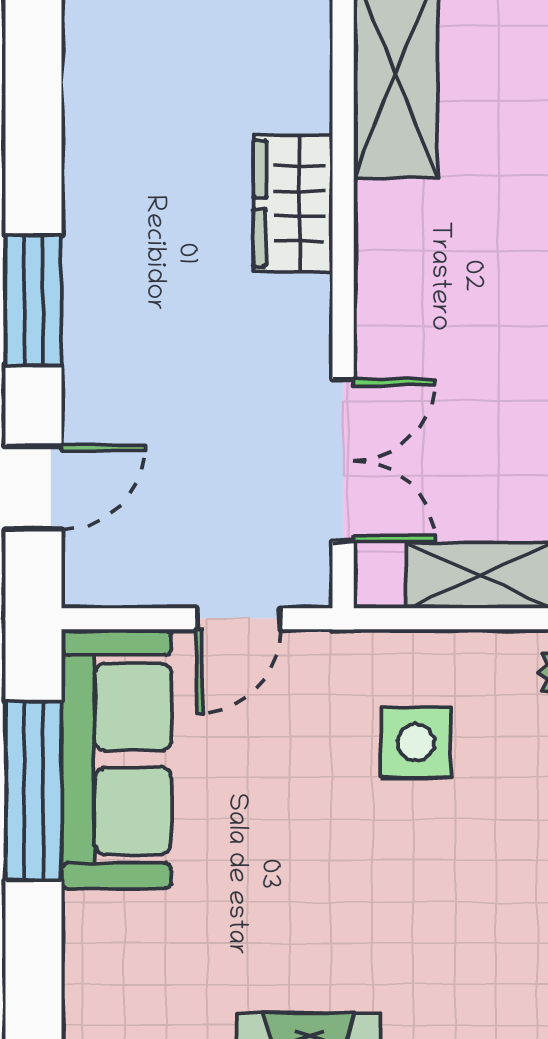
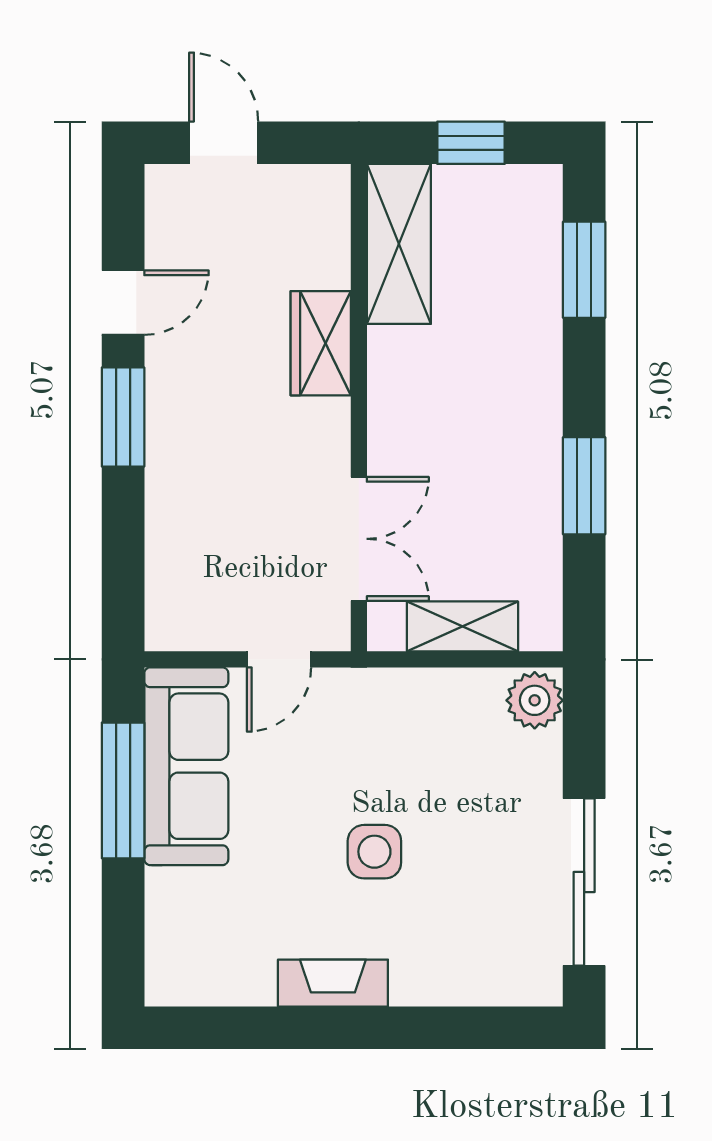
door: (33, 487) -> (123, 303), moved
side table: (416, 743) -> (374, 852), moved

